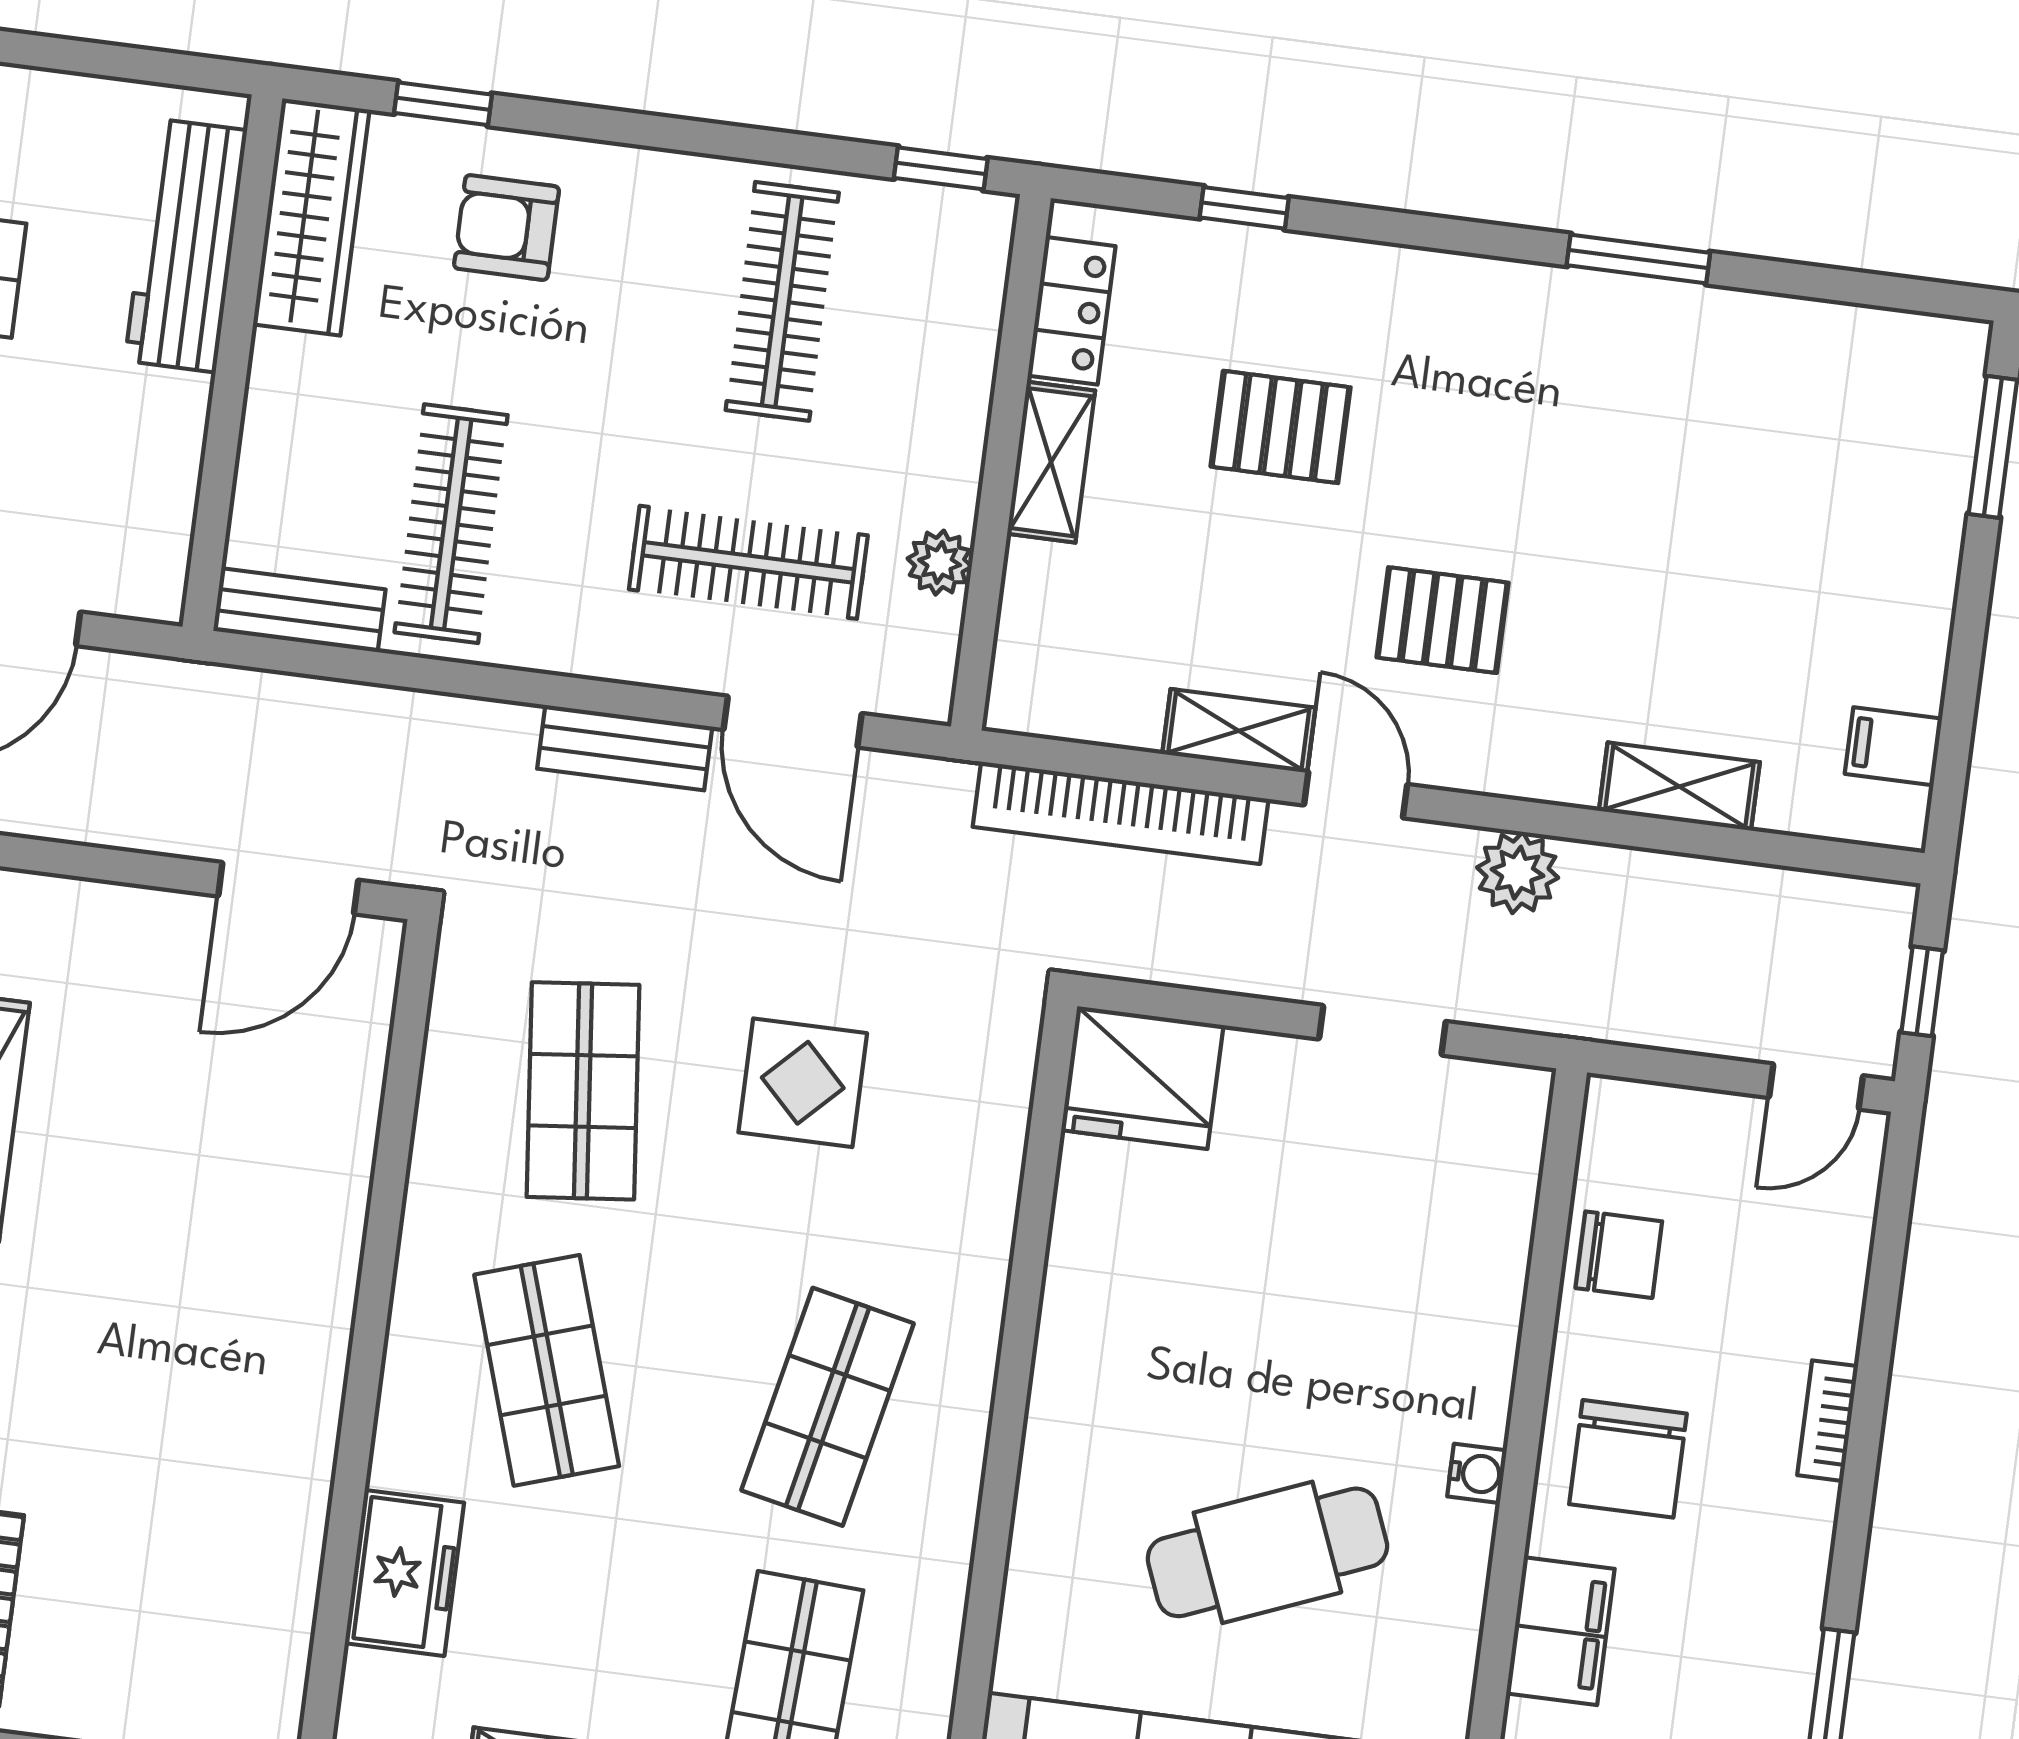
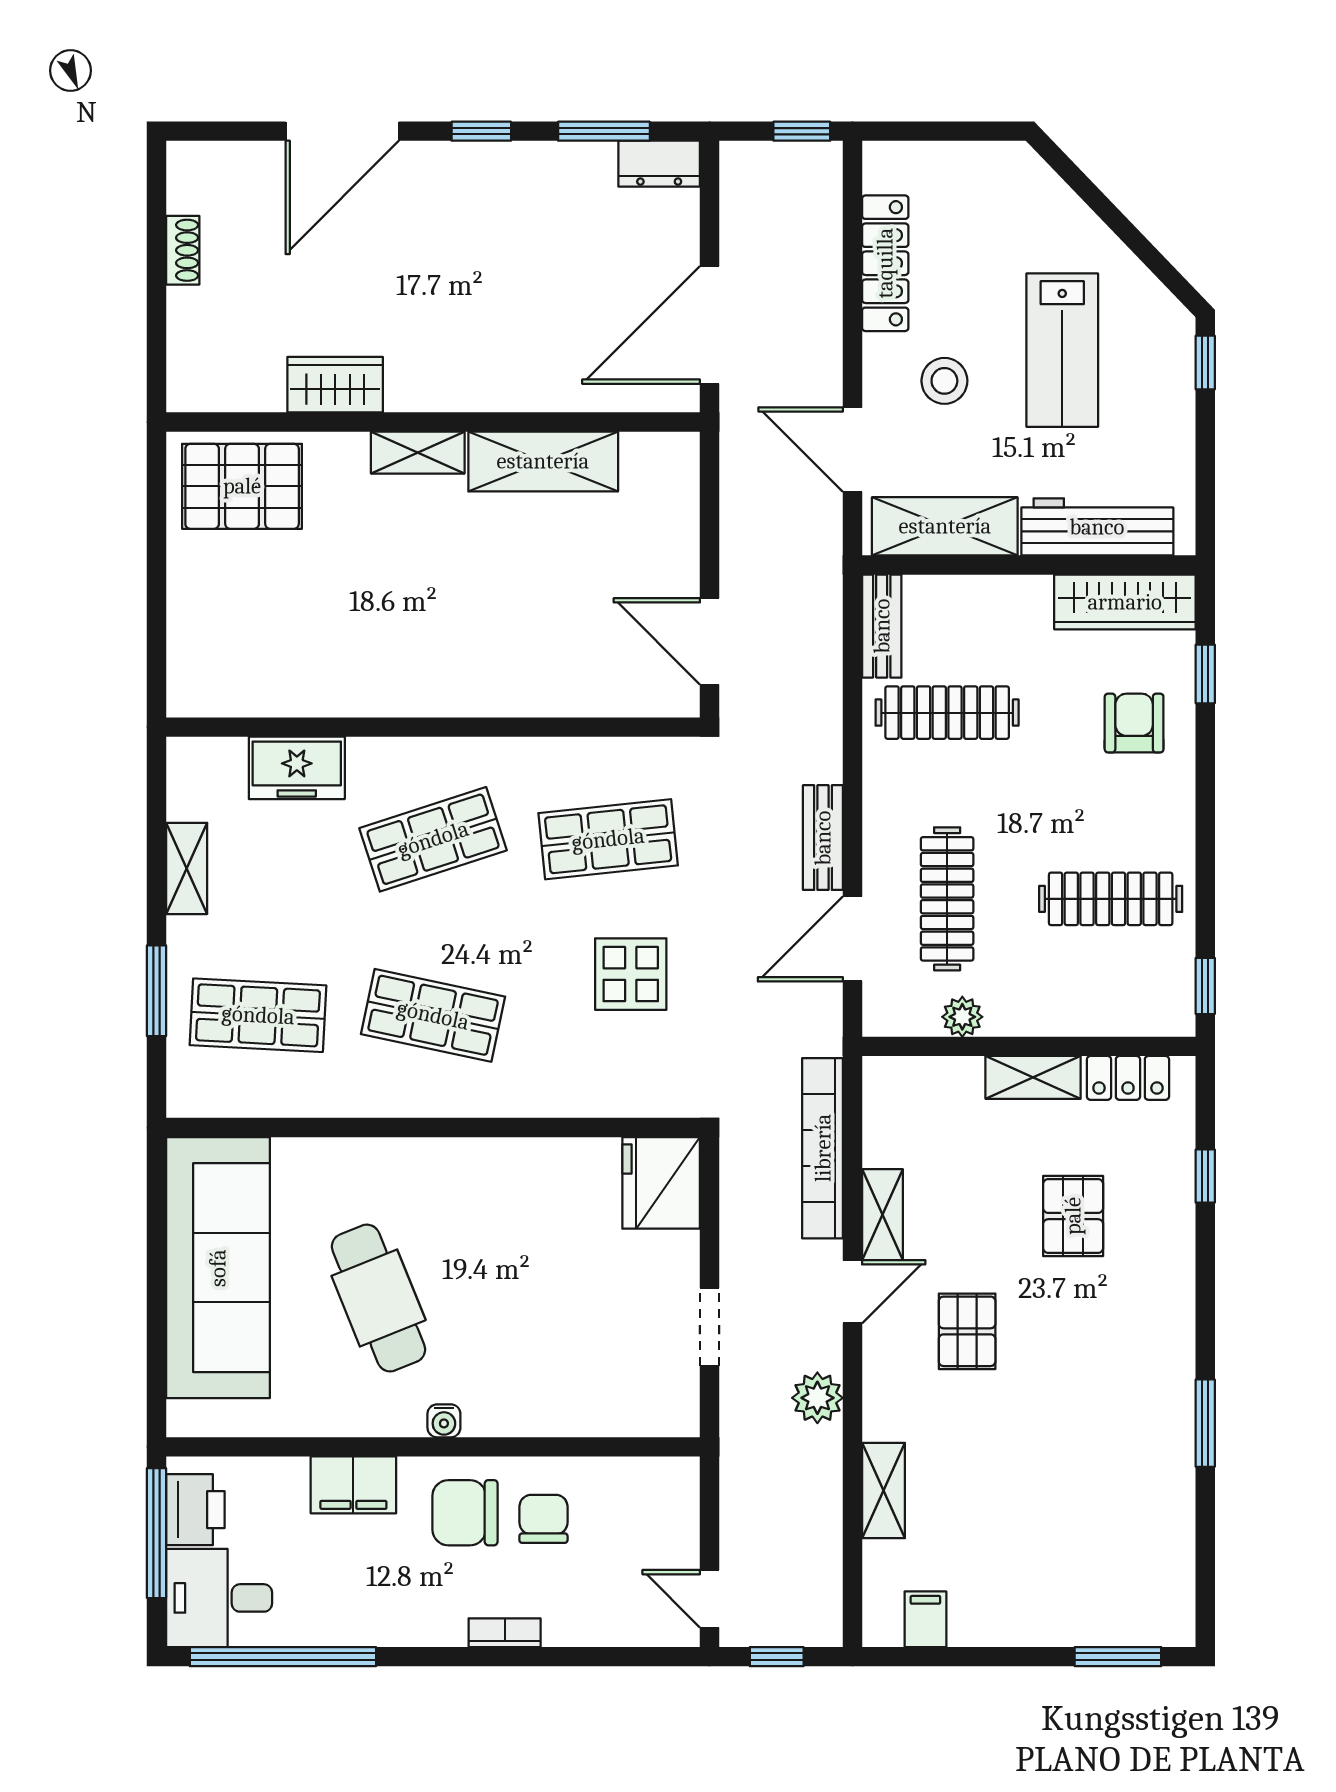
shelving: (153, 489) -> (945, 526), added
chair: (1619, 1255) -> (543, 1519), moved, turned 180

